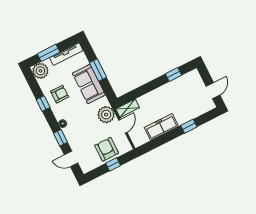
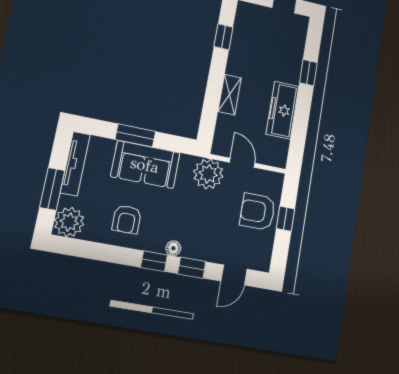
armchair: (60, 94) -> (127, 219), turned 180
window: (43, 103) -> (154, 261), moved
shelving: (128, 108) -> (230, 95), moved

